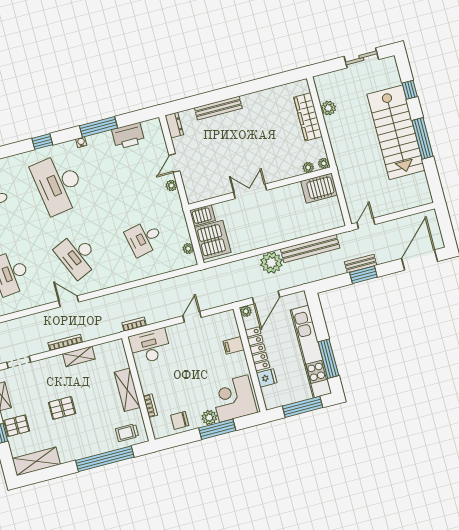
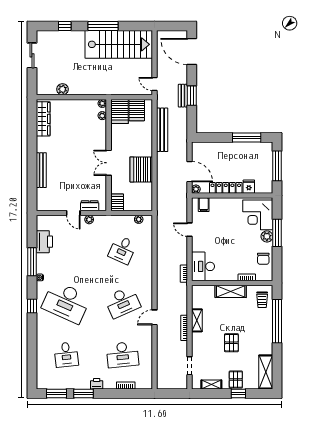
wardrobe: (308, 117) -> (43, 119), moved, turned -90
dresser: (174, 125) -> (90, 206), moved
stairs: (396, 132) -> (119, 44), moved
desk: (58, 184) -> (66, 302), turned 33
server rack: (327, 210) -> (137, 110), added
desk: (144, 238) -> (122, 250), turned 36
server rack: (213, 240) -> (141, 169), moved, turned -90
plant: (271, 263) -> (165, 161), removed
filing cabinet: (234, 345) -> (204, 205), moved
kitchen unit: (311, 352) -> (238, 149), removed

